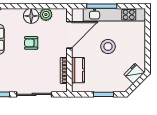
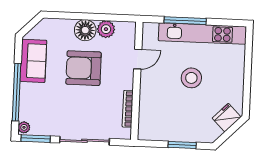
door: (69, 35) -> (138, 59), width x0.53
armchair: (31, 43) -> (84, 68), width x1.88, depth x1.88
kitchen counter: (78, 70) -> (148, 109), removed

